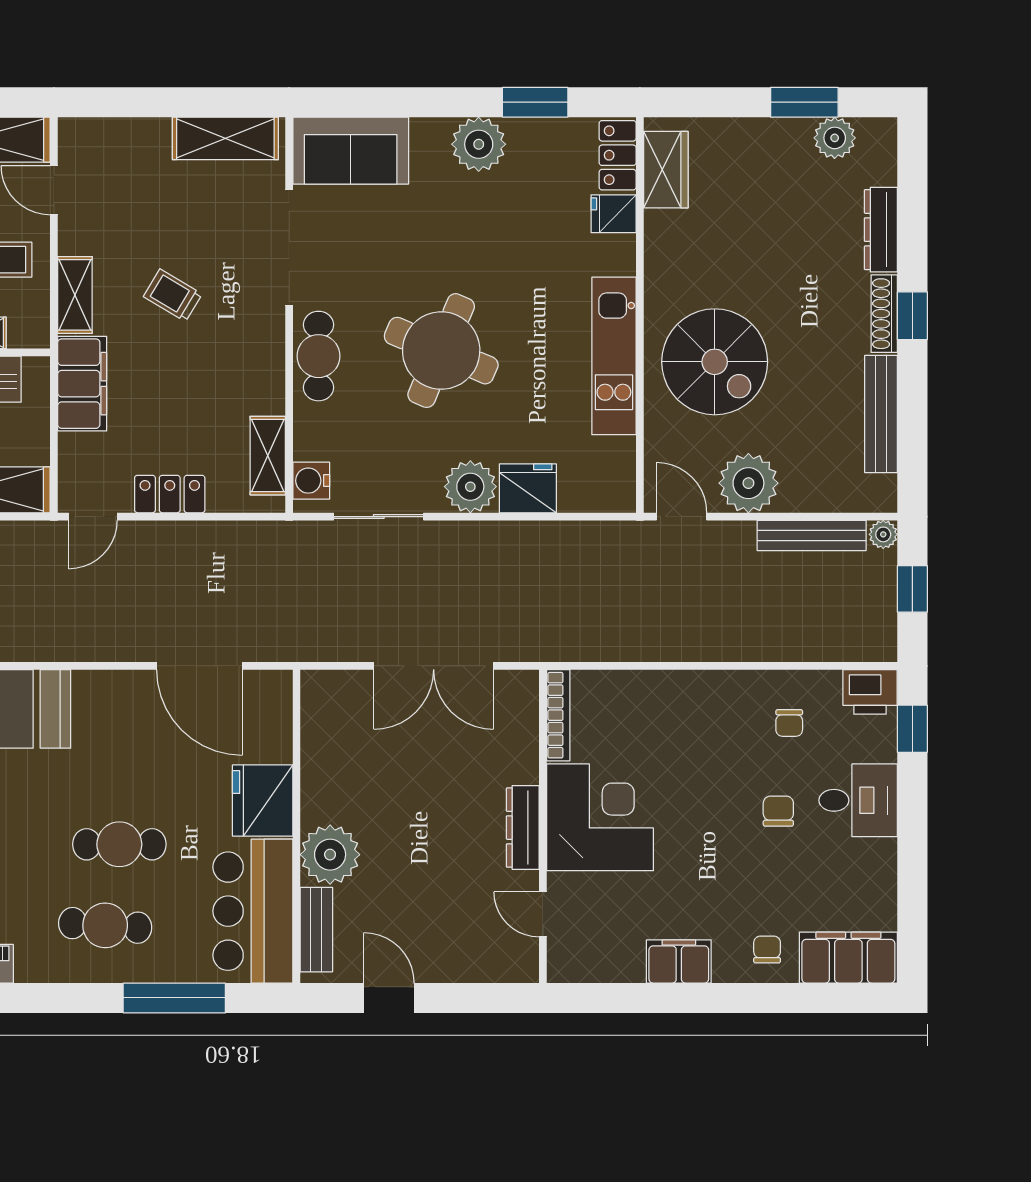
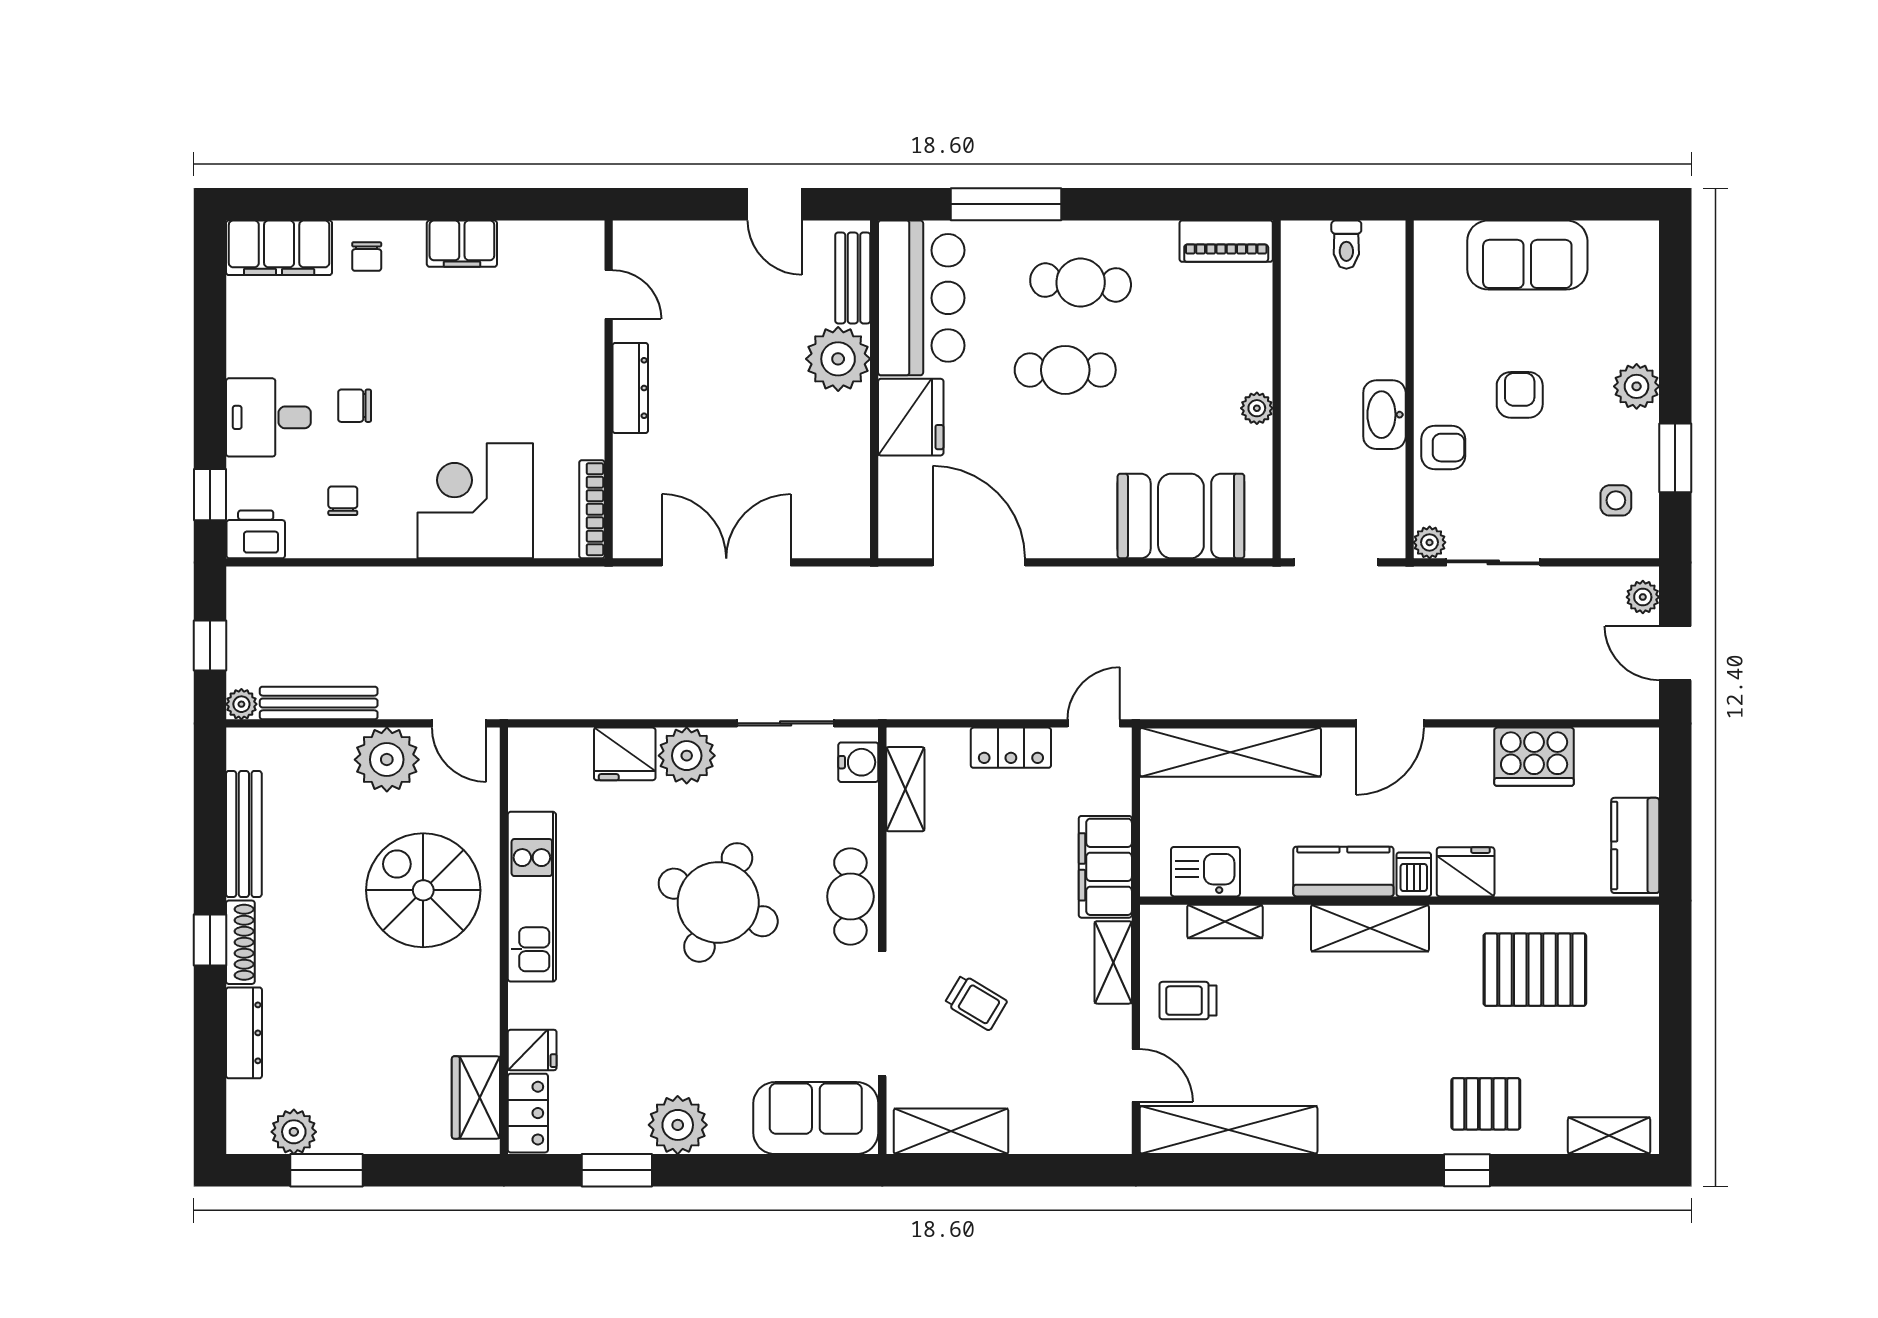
trolley: (173, 295) -> (976, 1002), moved
chair: (778, 811) -> (355, 406), turned 90
corner desk: (600, 817) -> (475, 501), moved, turned 90

